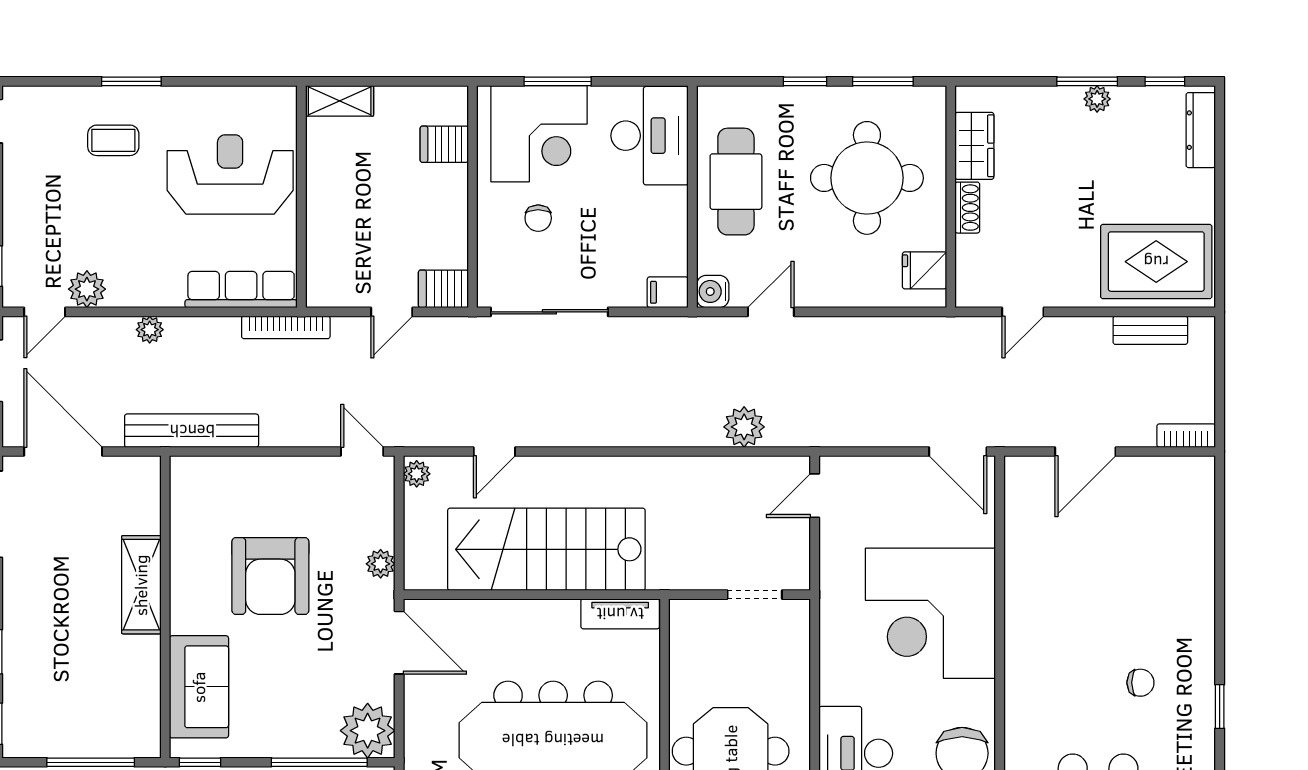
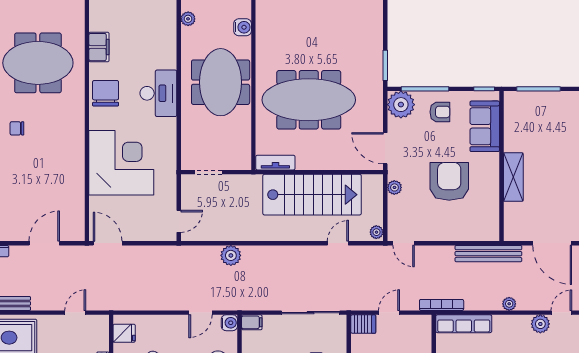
plant: (744, 427) -> (231, 255), moved
armchair: (289, 716) -> (440, 112), added

